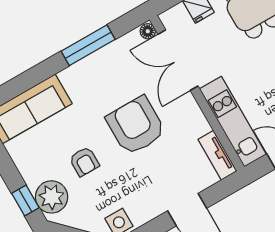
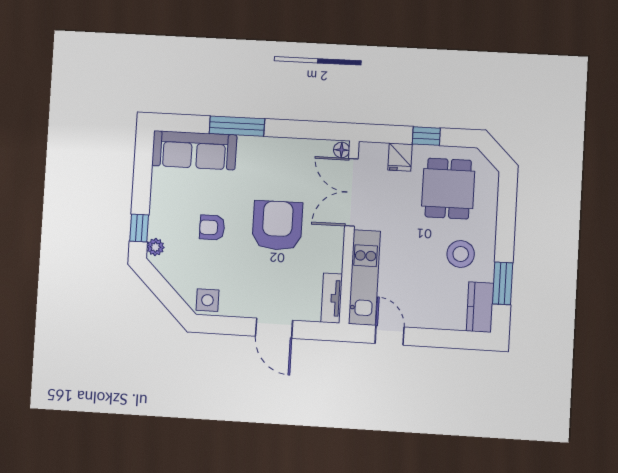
window: (88, 45) -> (237, 126), moved
armchair: (84, 162) -> (212, 227), turned 90
plant: (52, 197) -> (155, 247), width x0.53, depth x0.53

